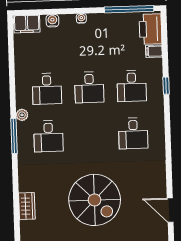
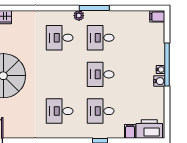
window: (129, 9) -> (167, 64), moved
water cooler: (52, 21) -> (159, 81), moved
filing cabinet: (27, 24) -> (157, 17), width x0.50
window: (14, 136) -> (94, 8), moved

